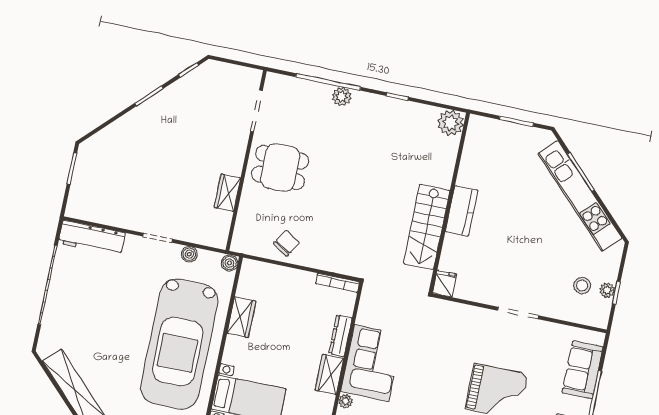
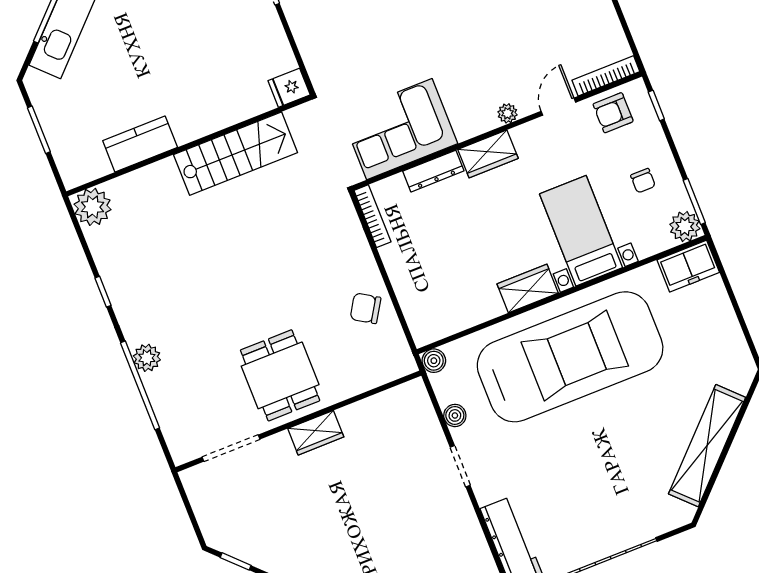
wardrobe: (227, 193) -> (316, 433), moved
kitchen counter: (462, 211) -> (140, 144), moved
wardrobe: (241, 317) -> (528, 288), moved
corner sofa: (371, 363) -> (399, 129), moved

